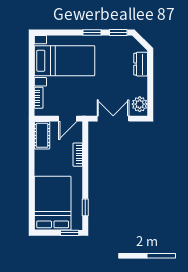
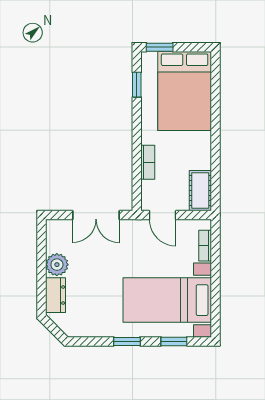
window: (118, 33) -> (174, 341), moved
plant: (140, 104) -> (57, 265), moved
door: (68, 119) -> (163, 215), swing flipped

